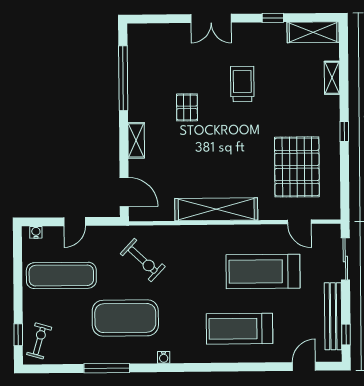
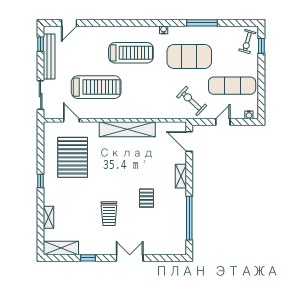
exercise bike: (143, 260) -> (192, 101), moved
treadmill: (240, 329) -> (131, 53), moved

